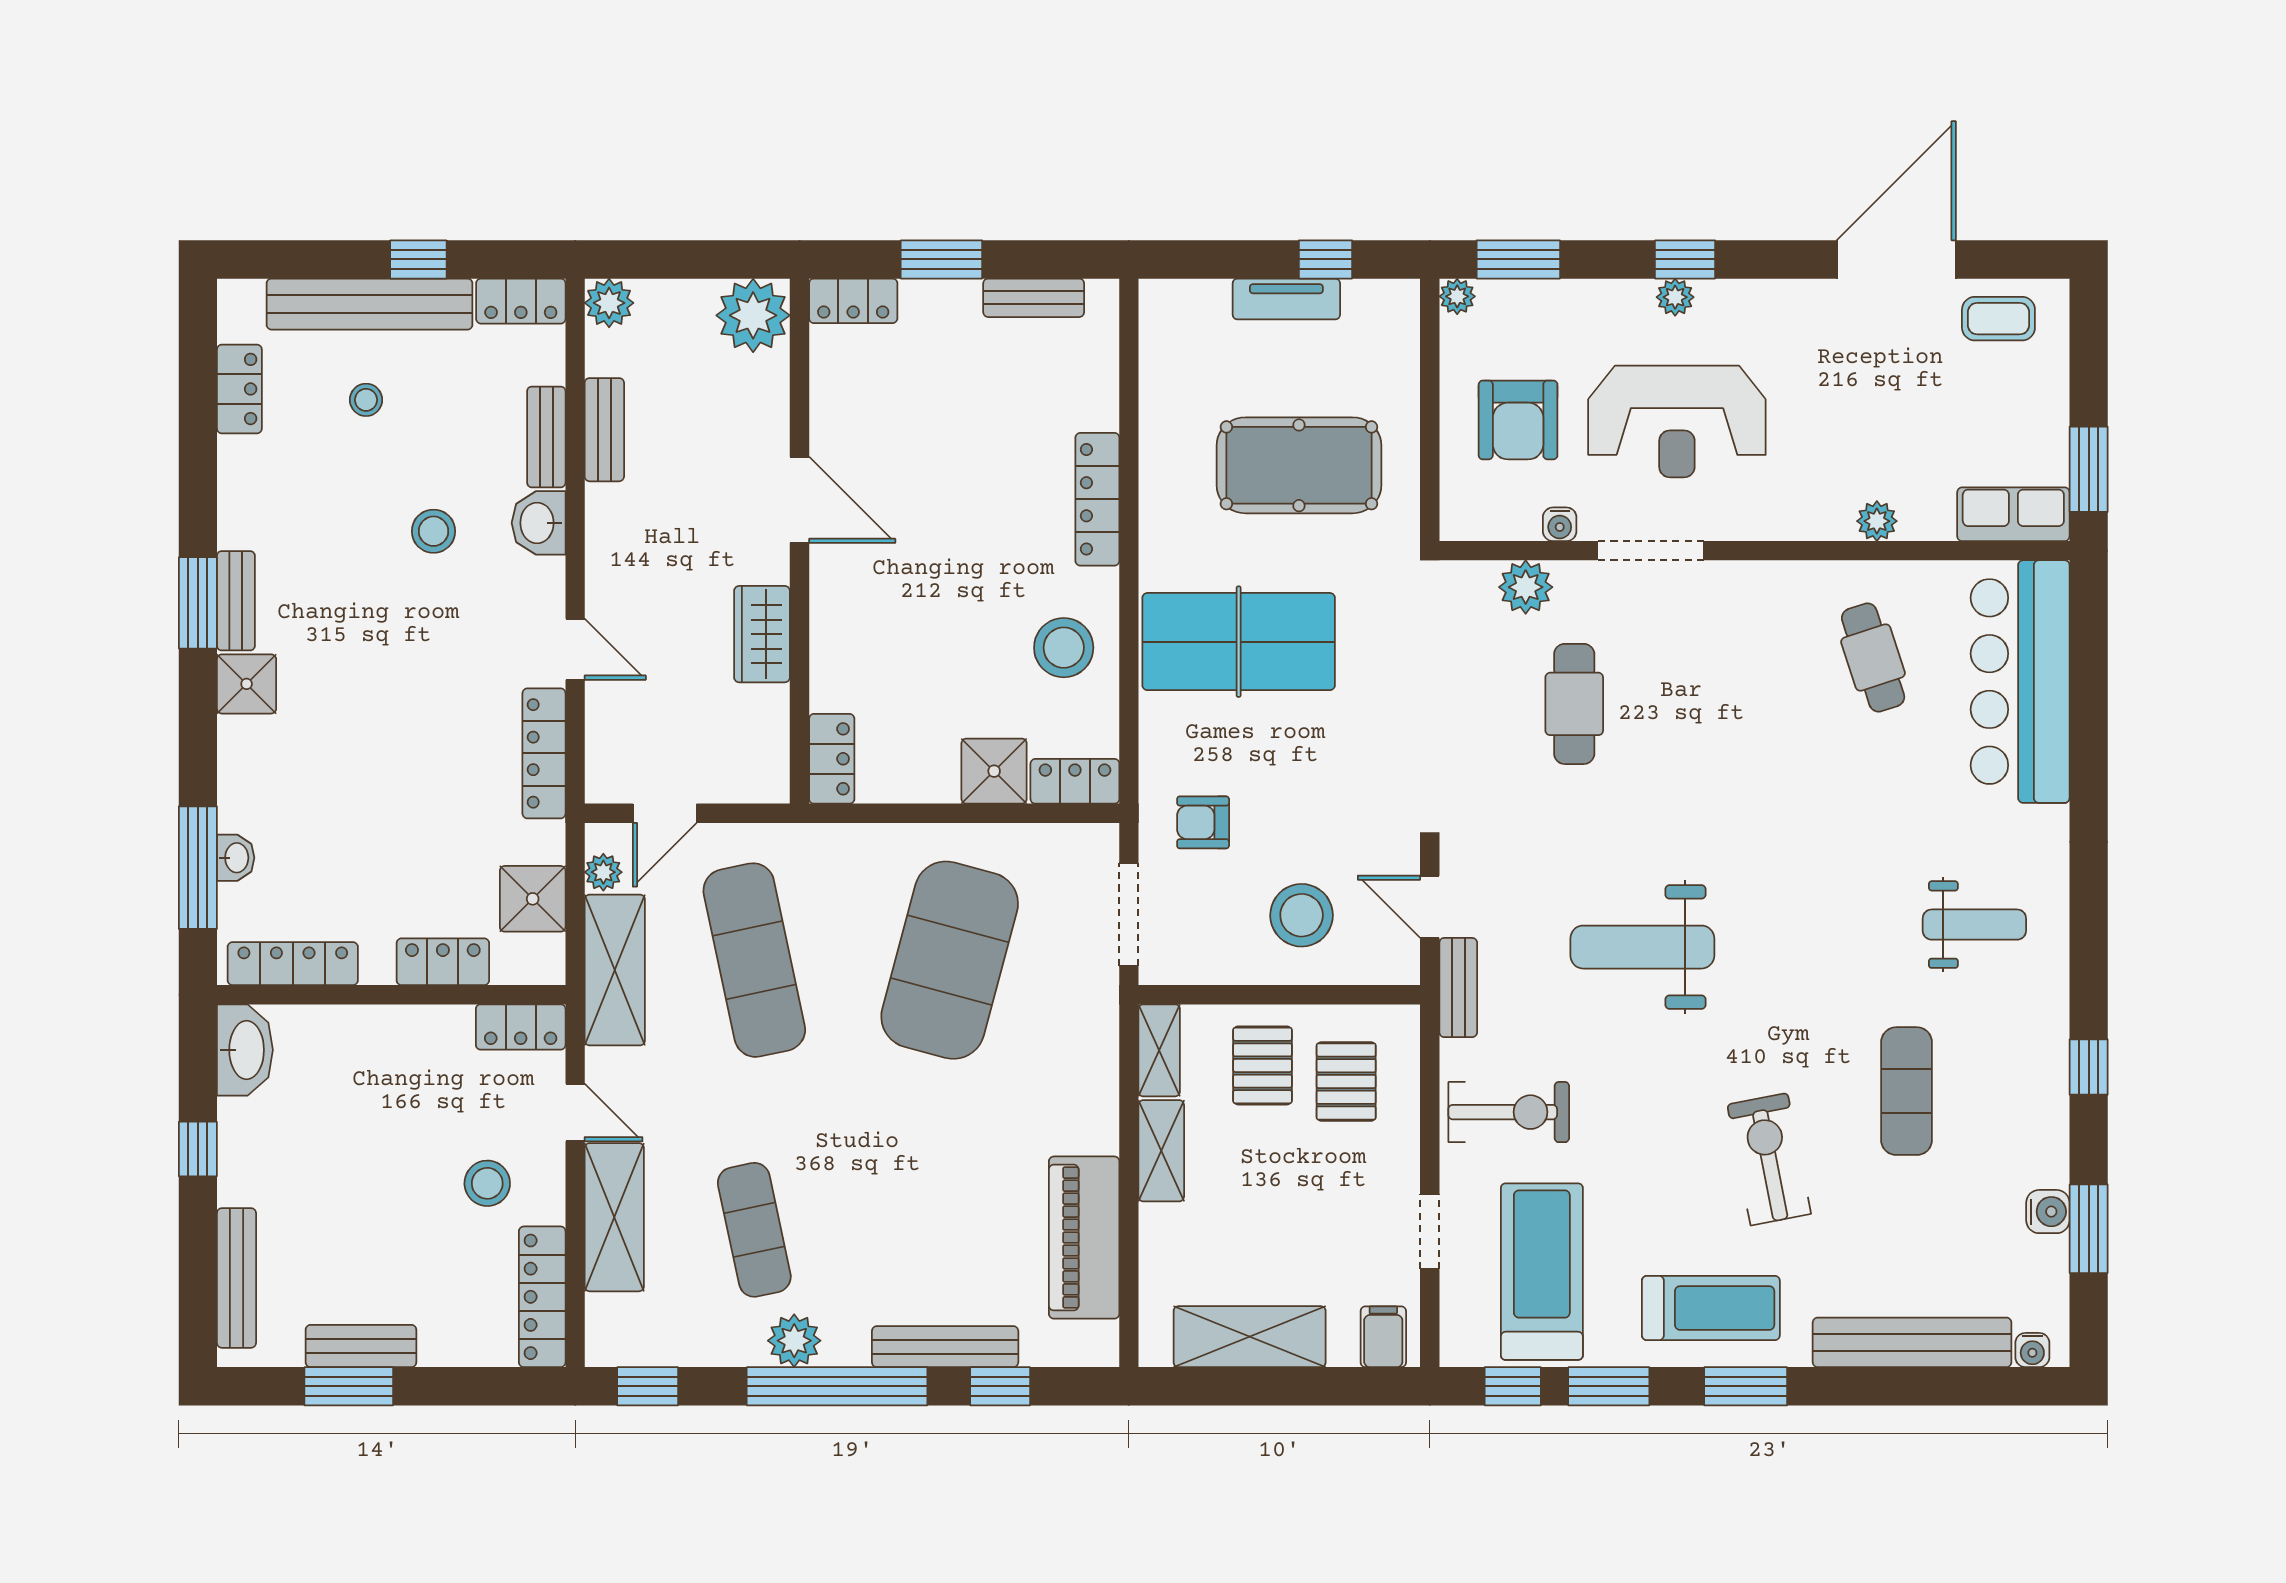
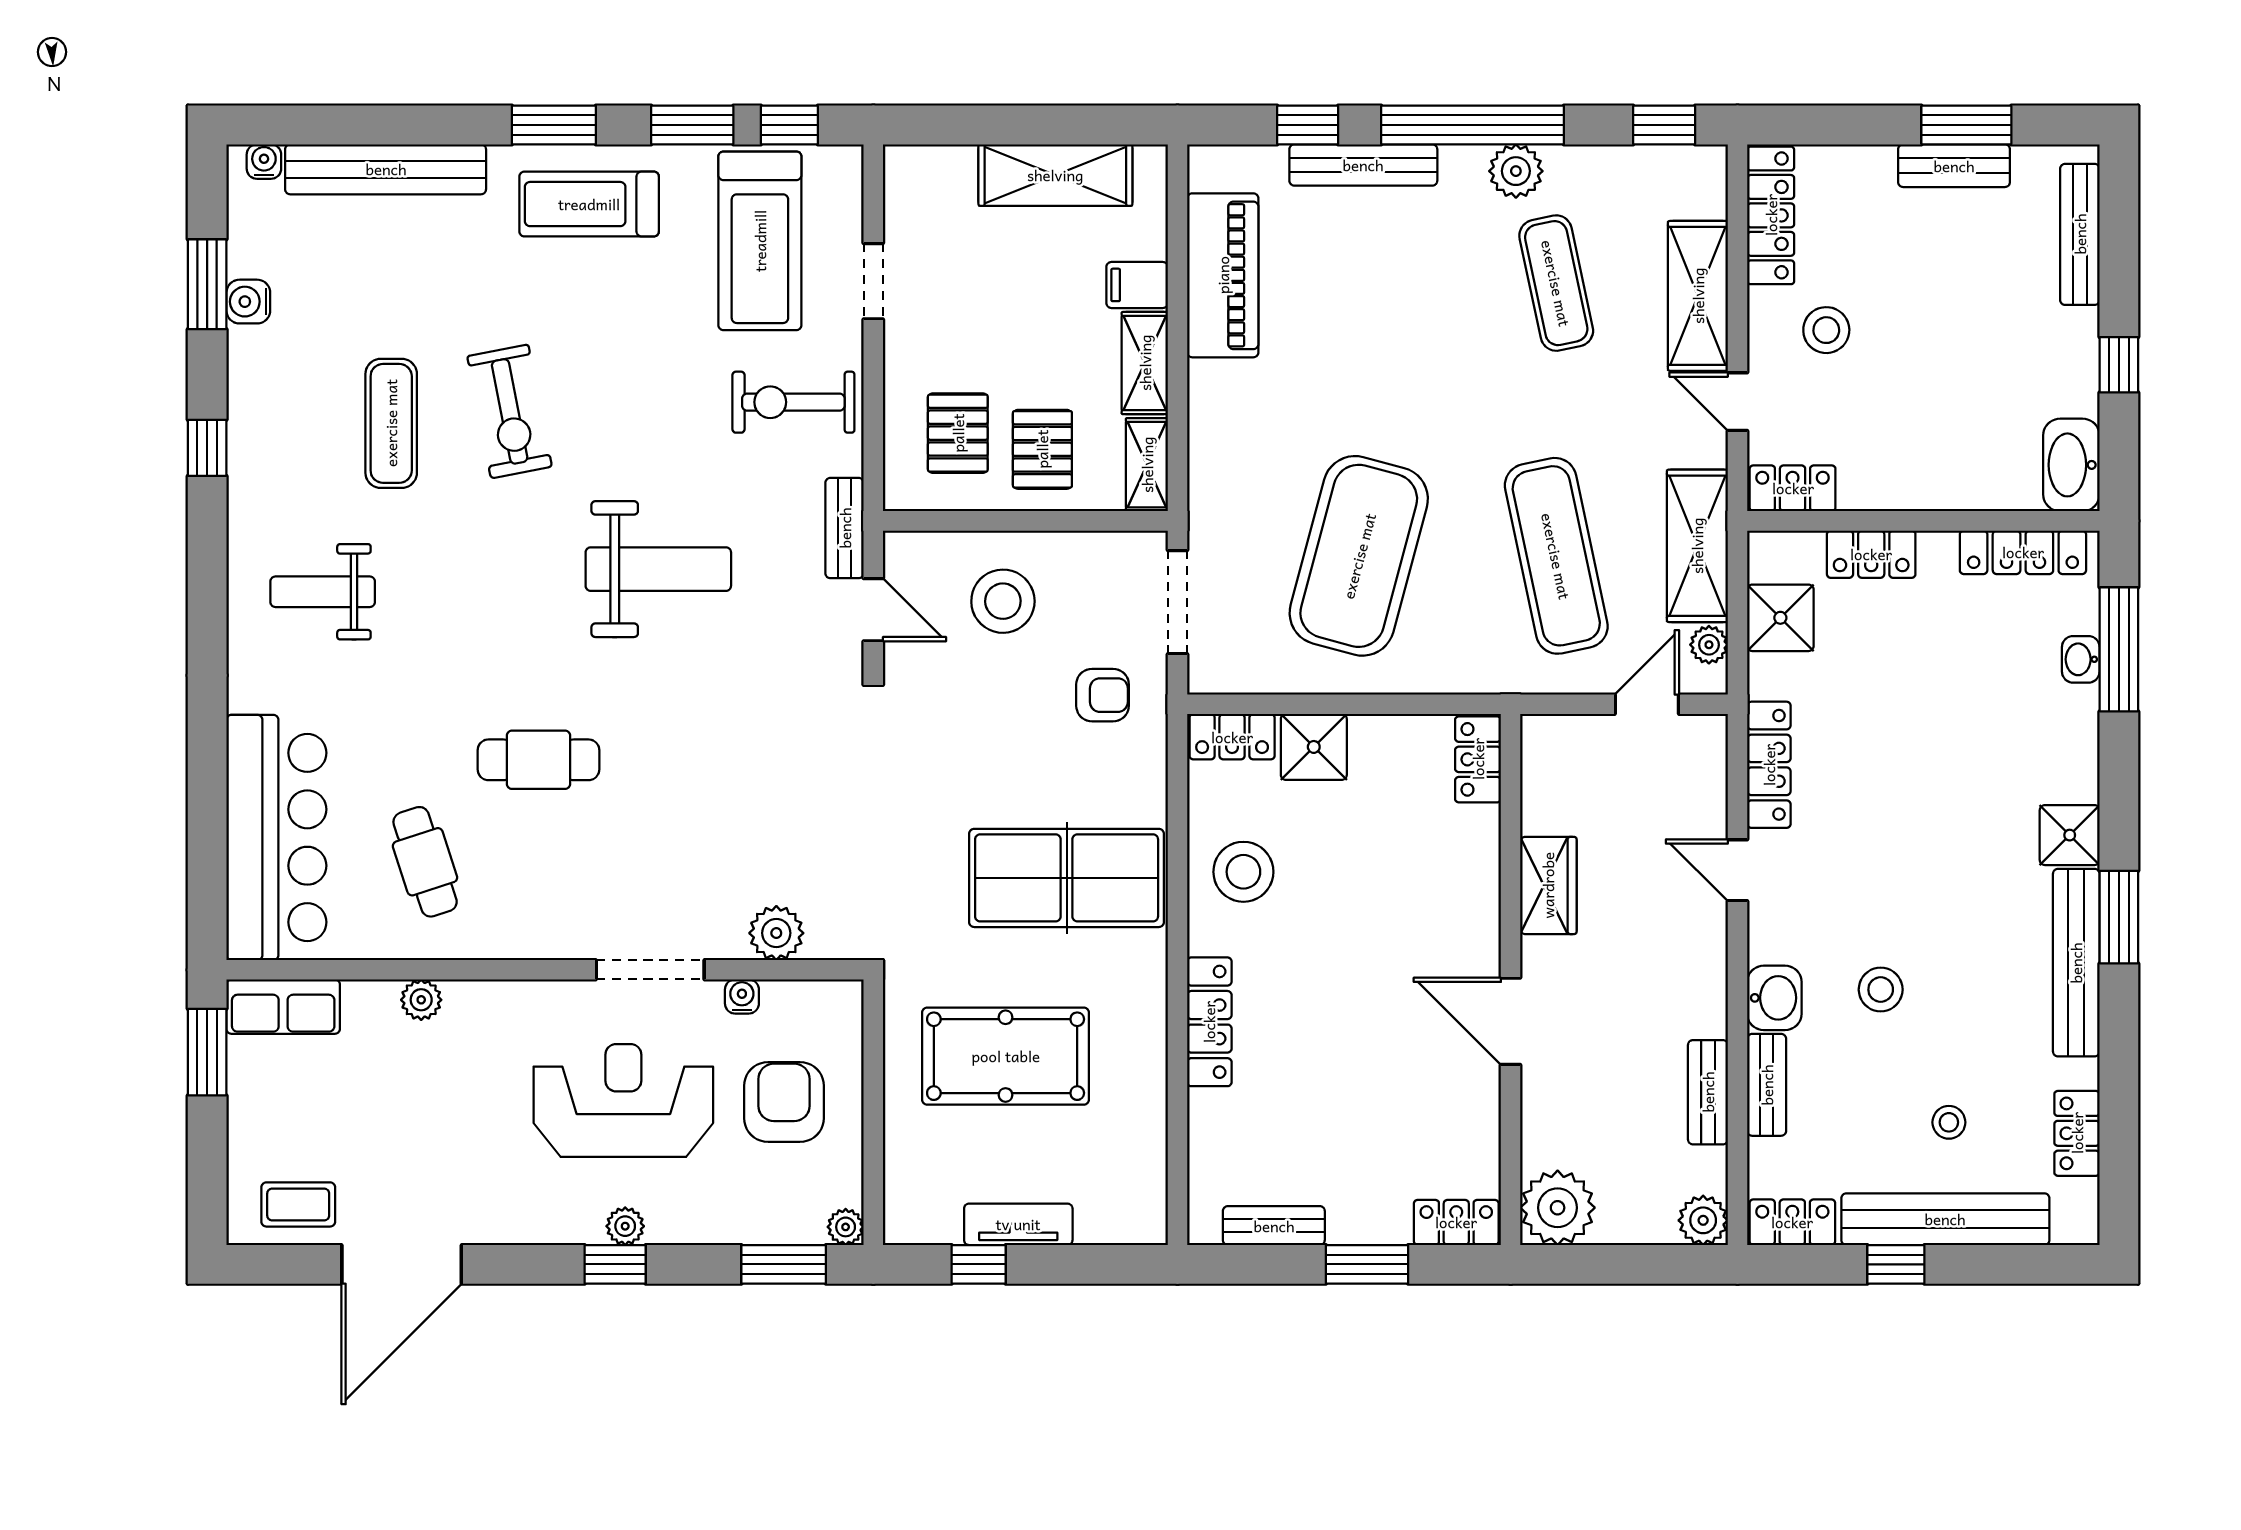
bench: (236, 601) -> (2076, 963), width x1.86, depth x1.21
cafe table: (1574, 704) -> (538, 760), moved, turned 90
exercise bike: (1769, 1159) -> (510, 411), moved
filing cabinet: (1383, 1337) -> (1137, 285), moved, turned 90

